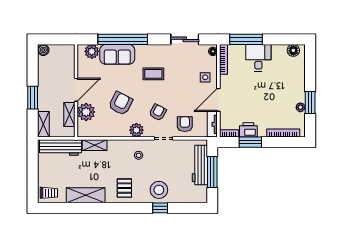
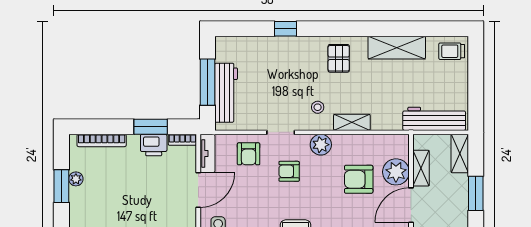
armchair: (121, 103) -> (359, 179), moved, turned 63
armchair: (158, 112) -> (289, 171), turned 62
shelving: (95, 145) -> (352, 122), moved
stool: (159, 190) -> (287, 56), removed

